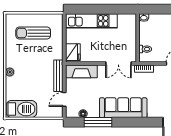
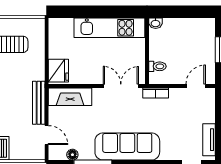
kitchen unit: (91, 21) -> (109, 28), moved
double door: (118, 63) -> (121, 86), swing flipped
door: (64, 99) -> (47, 135), swing flipped

